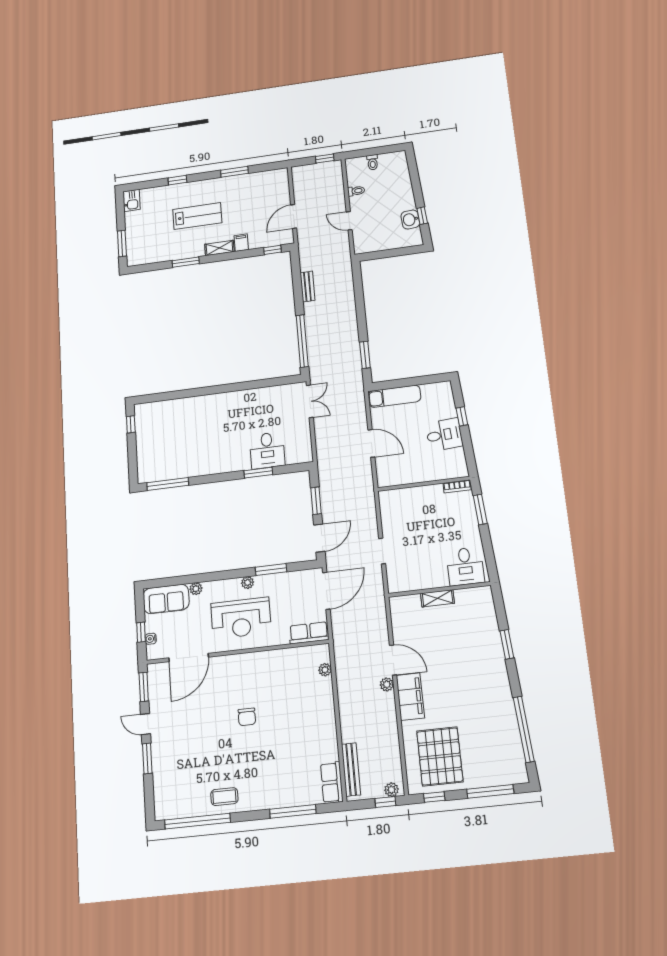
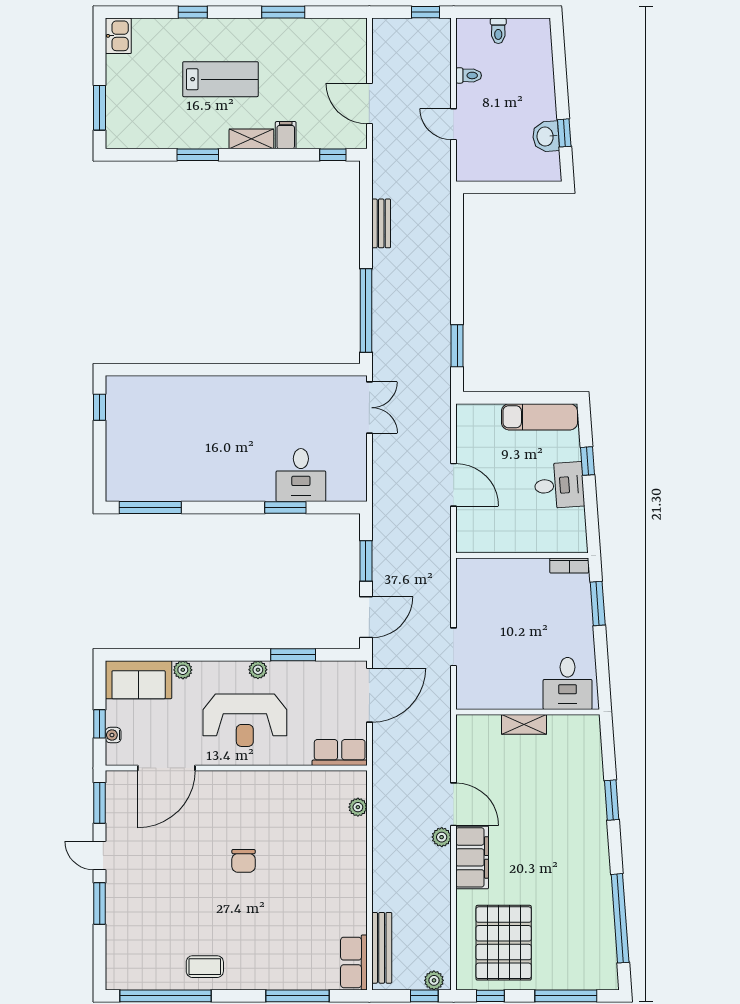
door: (294, 216) -> (369, 104), hinge flipped
exam couch: (394, 396) -> (539, 417), moved

